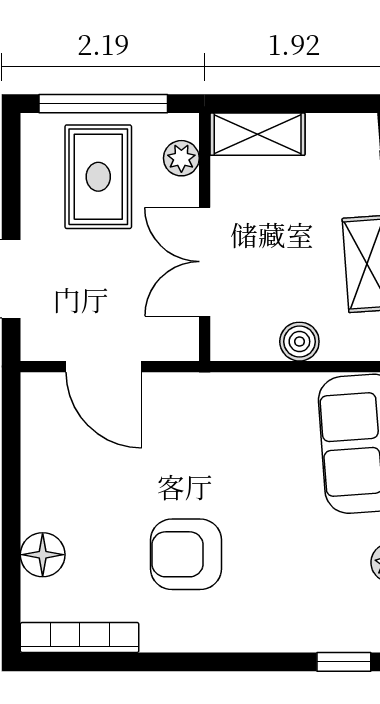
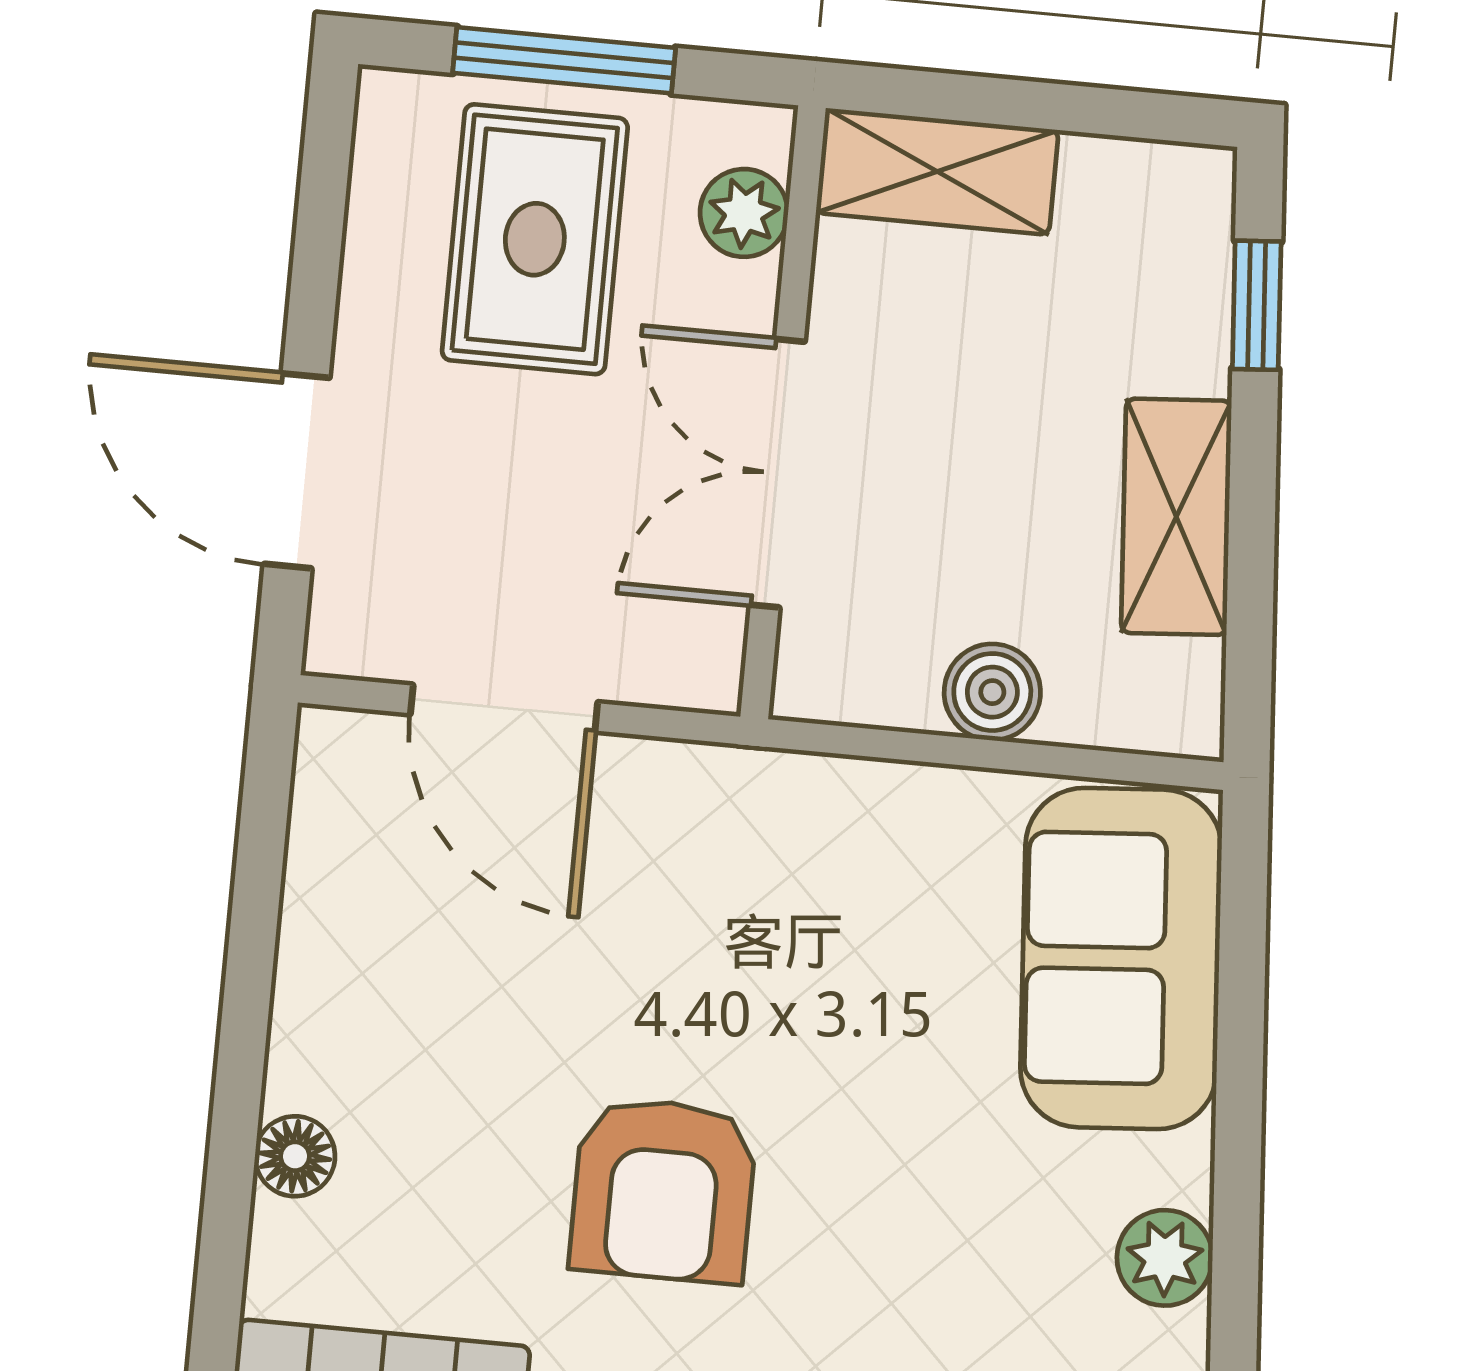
window: (103, 104) -> (564, 60), width x0.69
armchair: (186, 554) -> (663, 1190), turned -90
floor lamp: (43, 555) -> (295, 1156), width x0.73, depth x0.73

